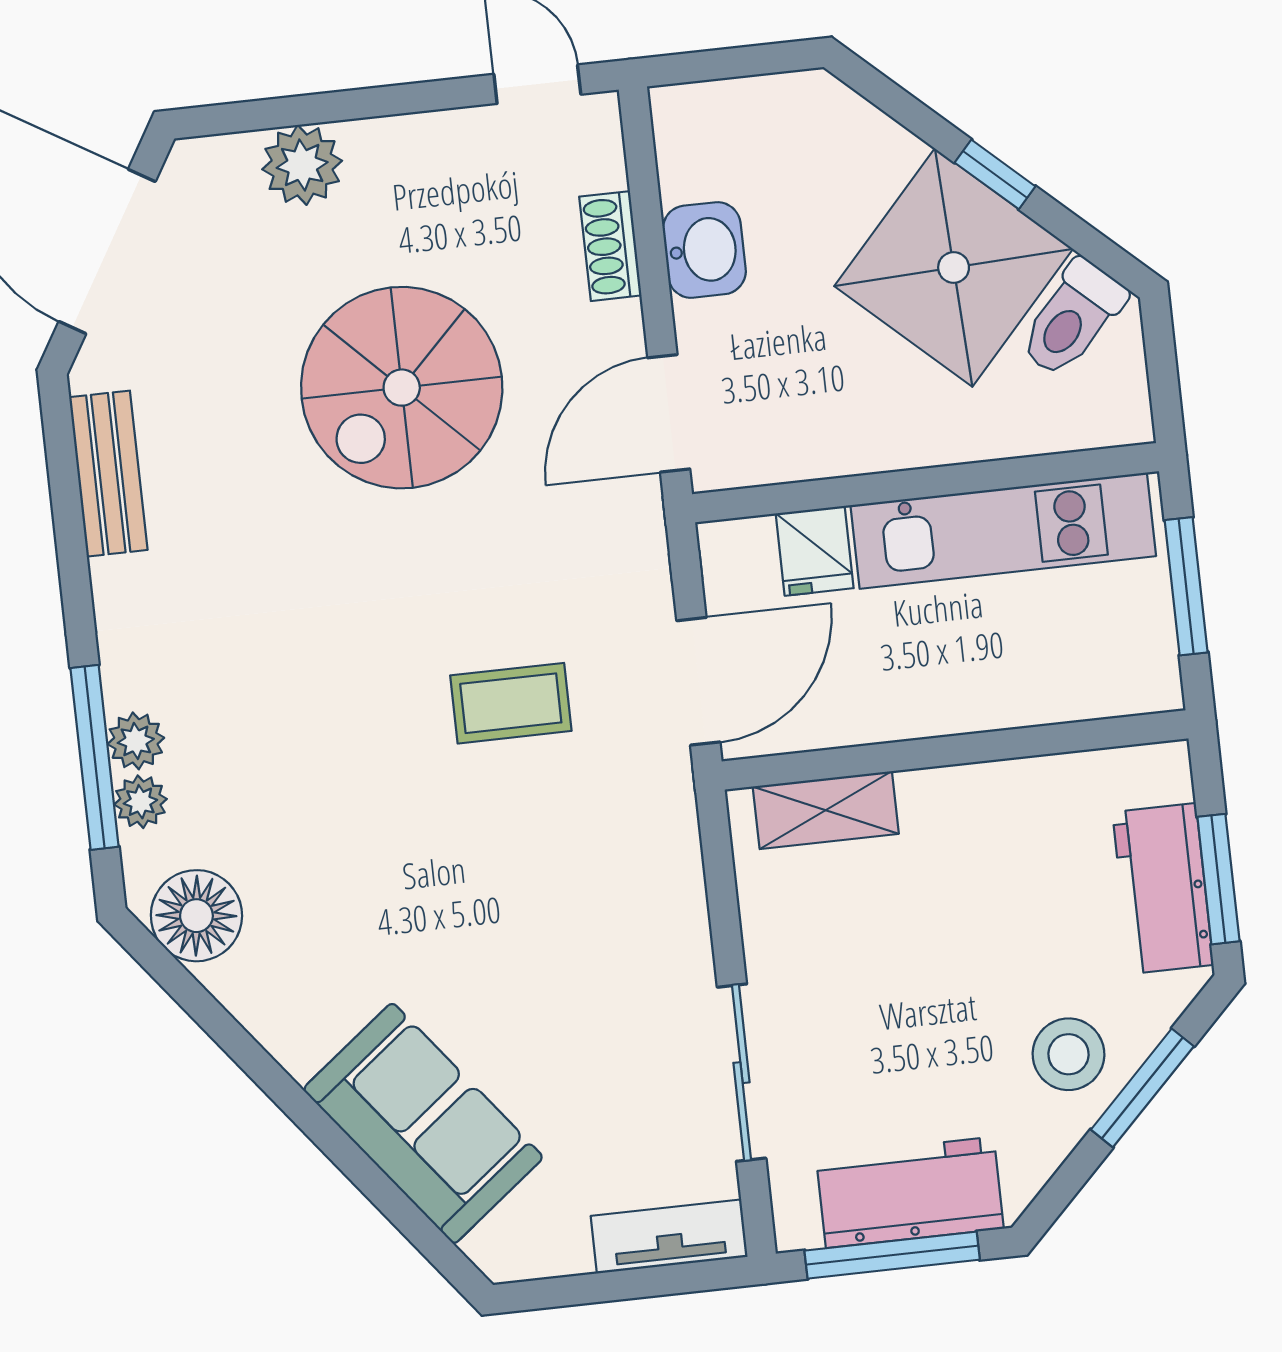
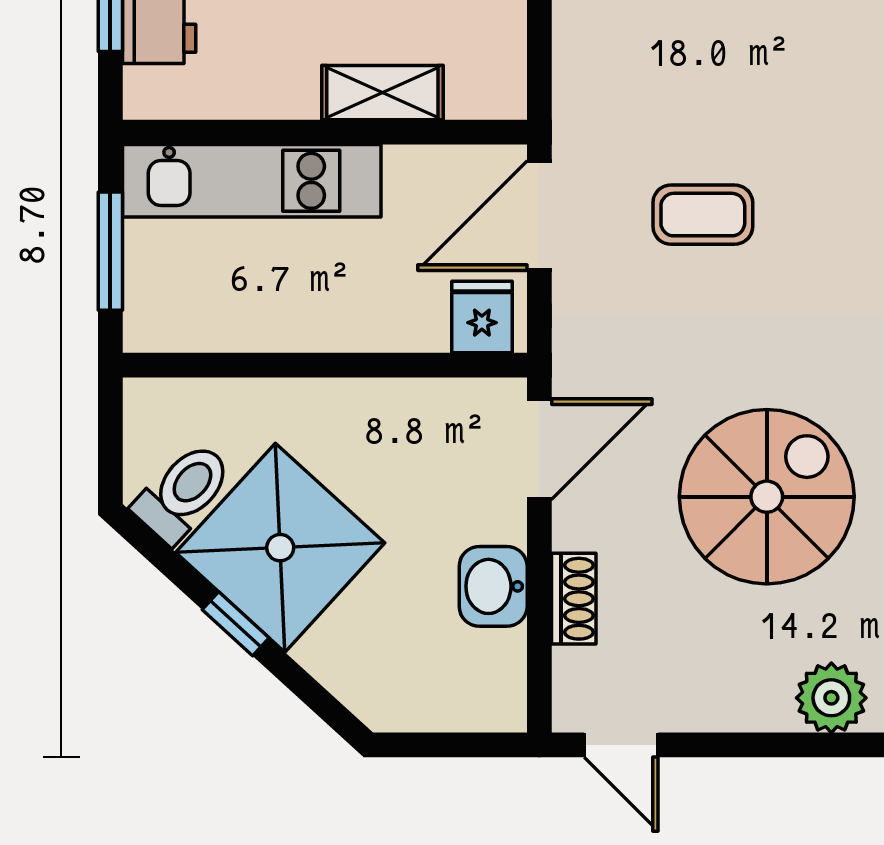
kitchen unit: (1003, 531) -> (252, 181), moved, turned 180
fridge: (815, 551) -> (482, 317), moved
shelving: (826, 810) -> (382, 93), moved

